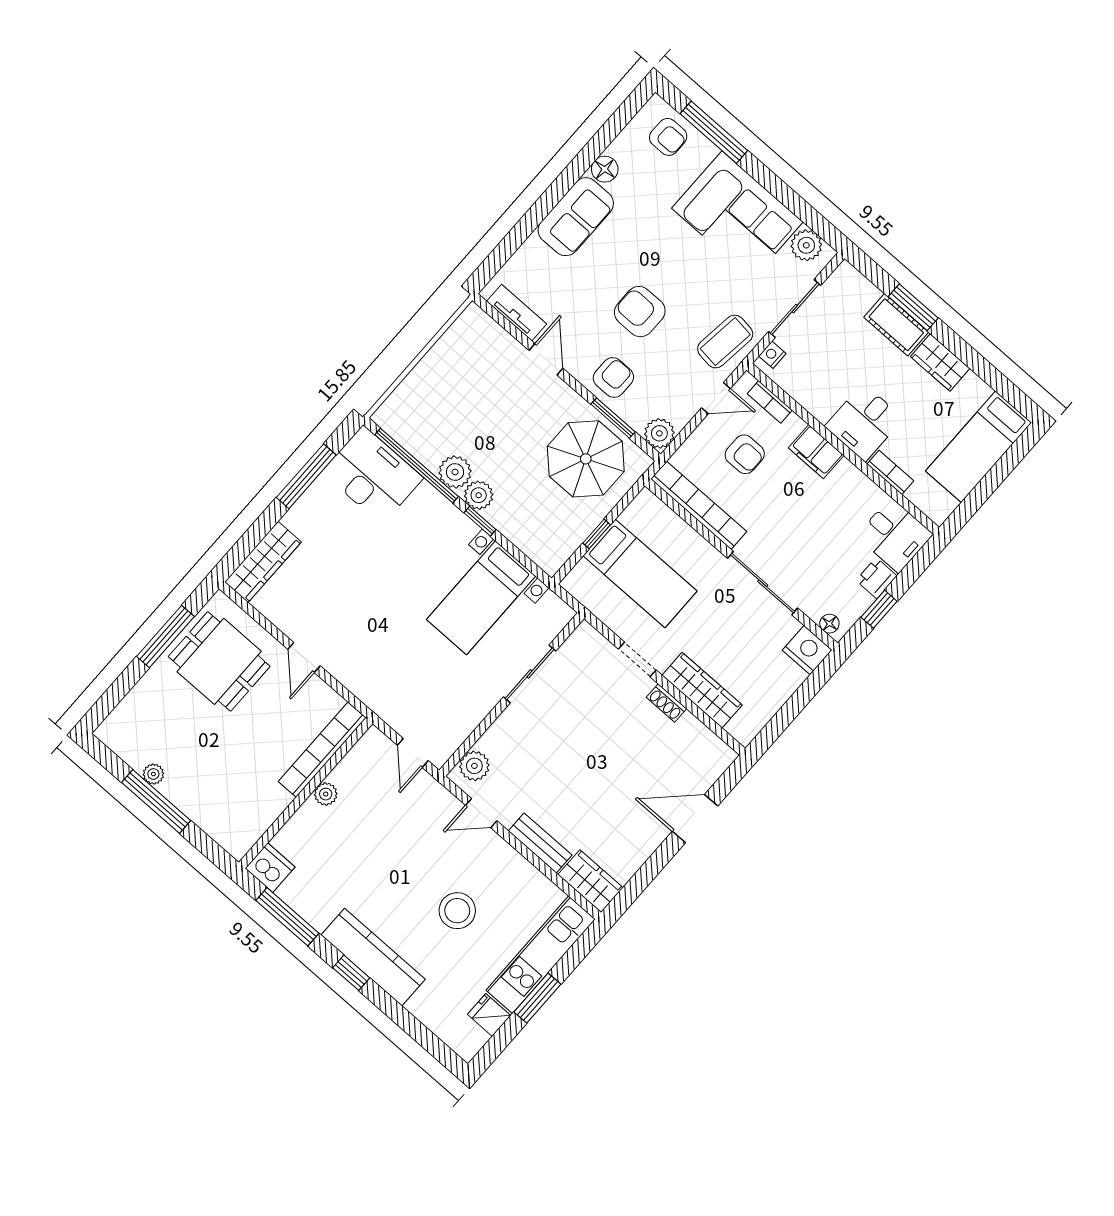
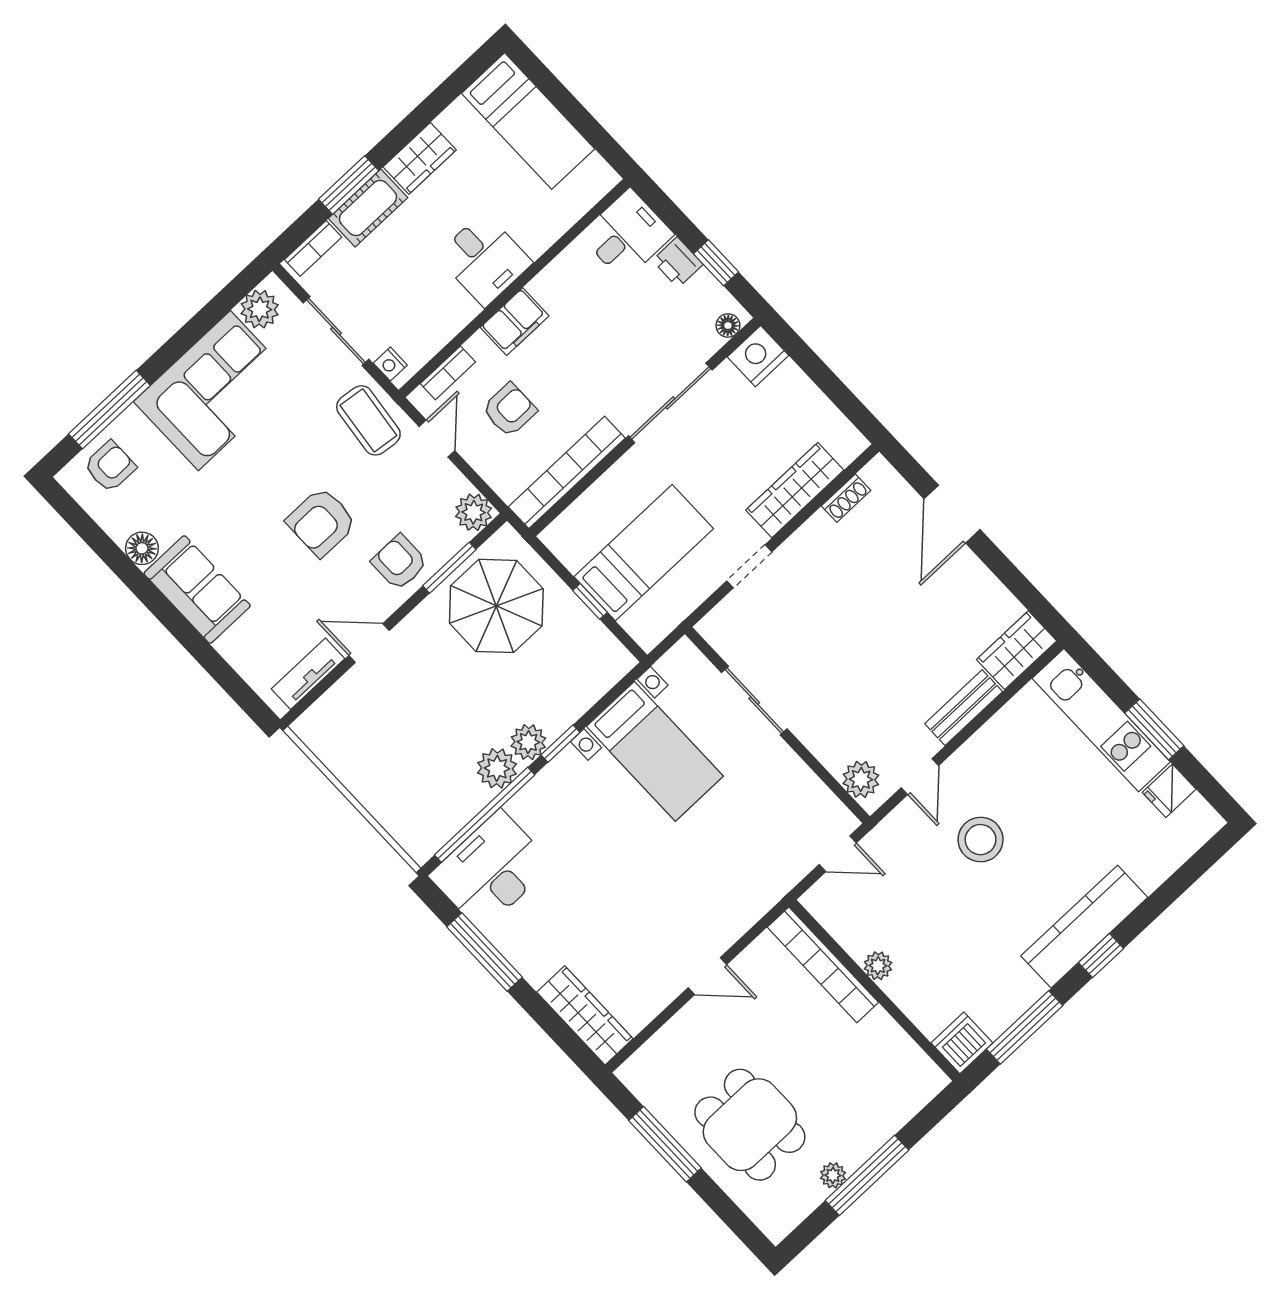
bookcase: (890, 472) -> (313, 248), moved, turned 180
dining table: (219, 661) -> (750, 1125), moved, turned 90
shoe rack: (667, 703) -> (846, 498), moved
stool: (457, 911) -> (981, 840), moved

